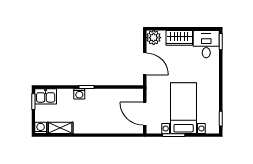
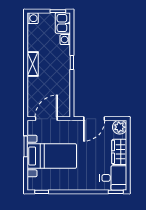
washing machine: (79, 94) -> (65, 40), moved
shelving: (60, 128) -> (33, 64), moved

